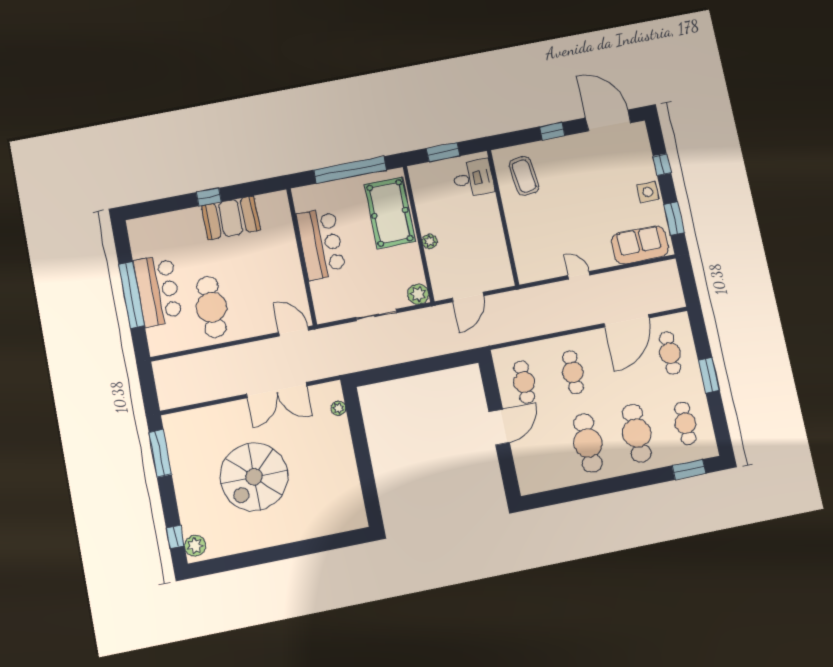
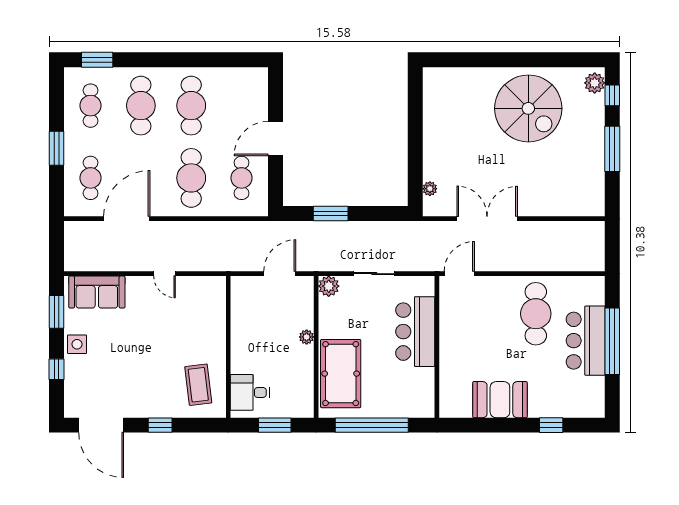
window: (209, 197) -> (551, 425), moved
bar counter: (321, 244) -> (415, 332), moved
door: (294, 331) -> (459, 274), swing flipped
window: (430, 365) -> (331, 214), added
cafe table: (573, 372) -> (191, 178), width x1.37, depth x1.35
window: (160, 453) -> (612, 149), moved
spiral stairs: (254, 477) -> (528, 108), moved, turned 90

